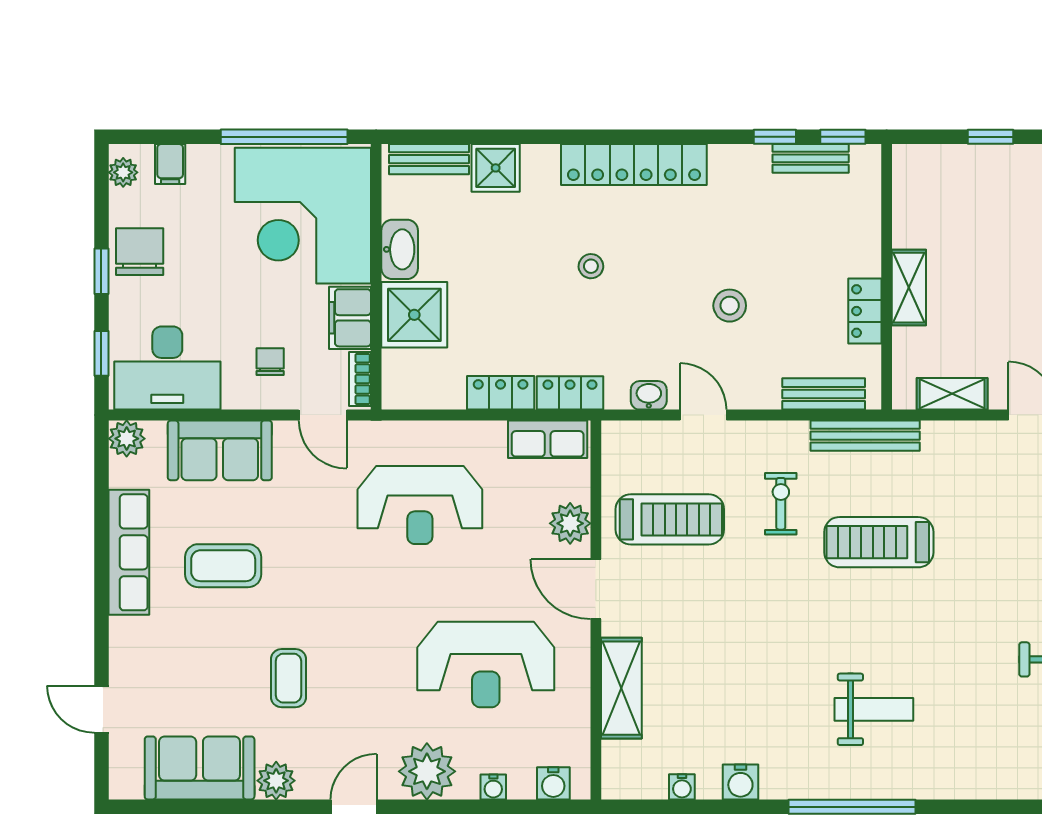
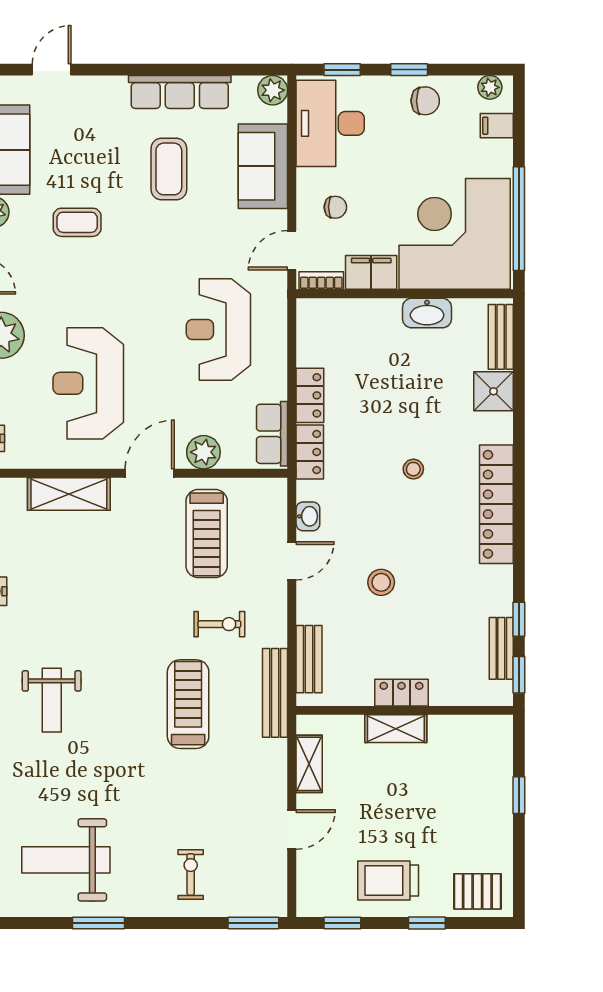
chair: (140, 252) -> (425, 101), width x0.73, depth x0.73
locker: (865, 311) -> (401, 693), moved
shower: (414, 315) -> (374, 325), removed

